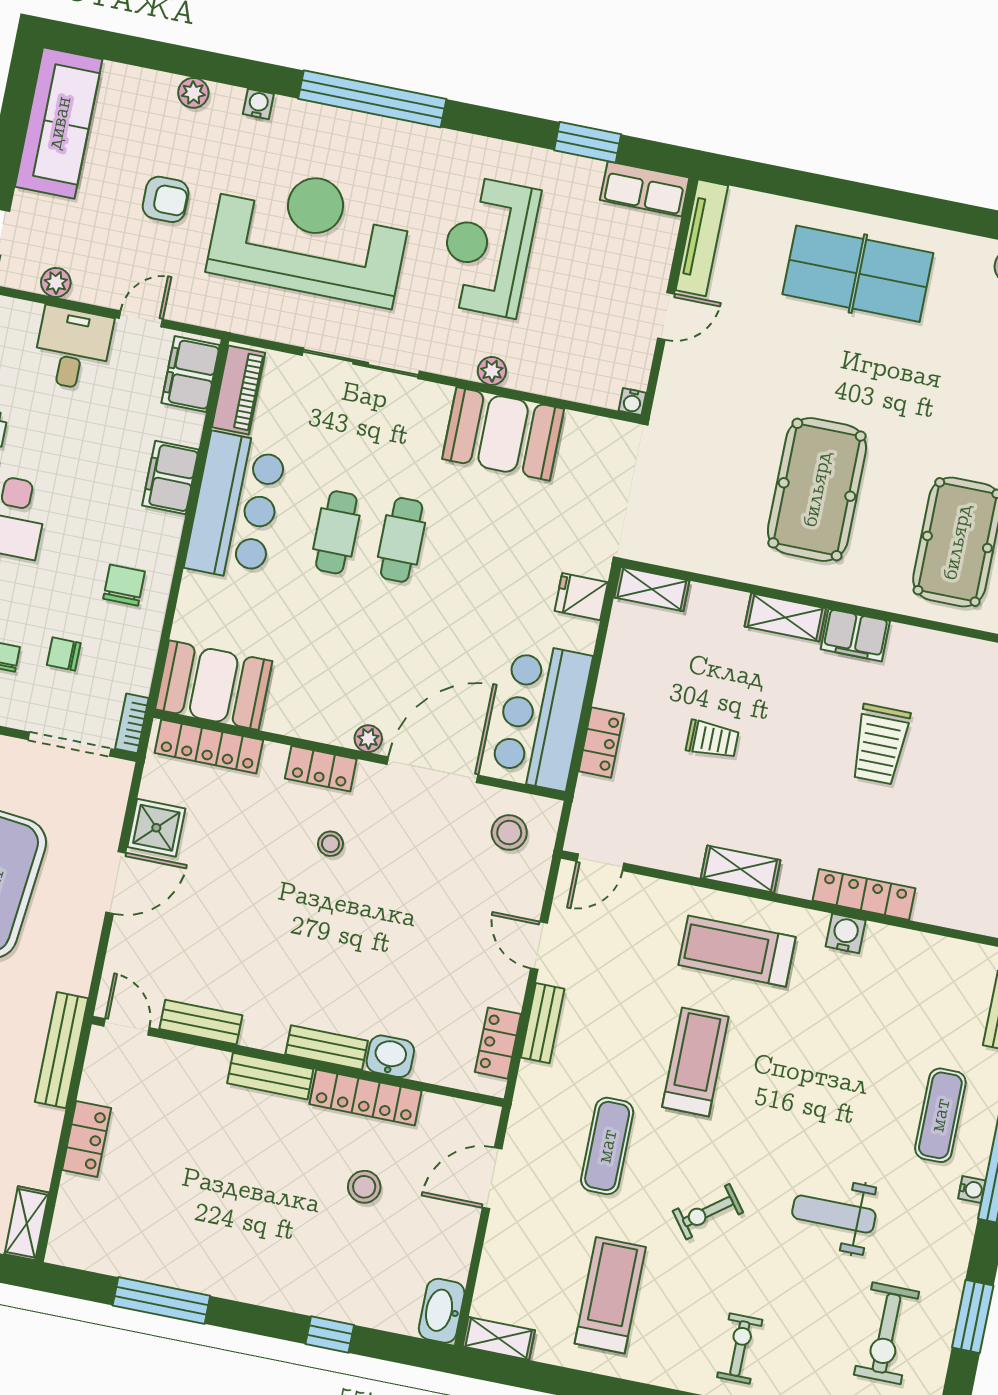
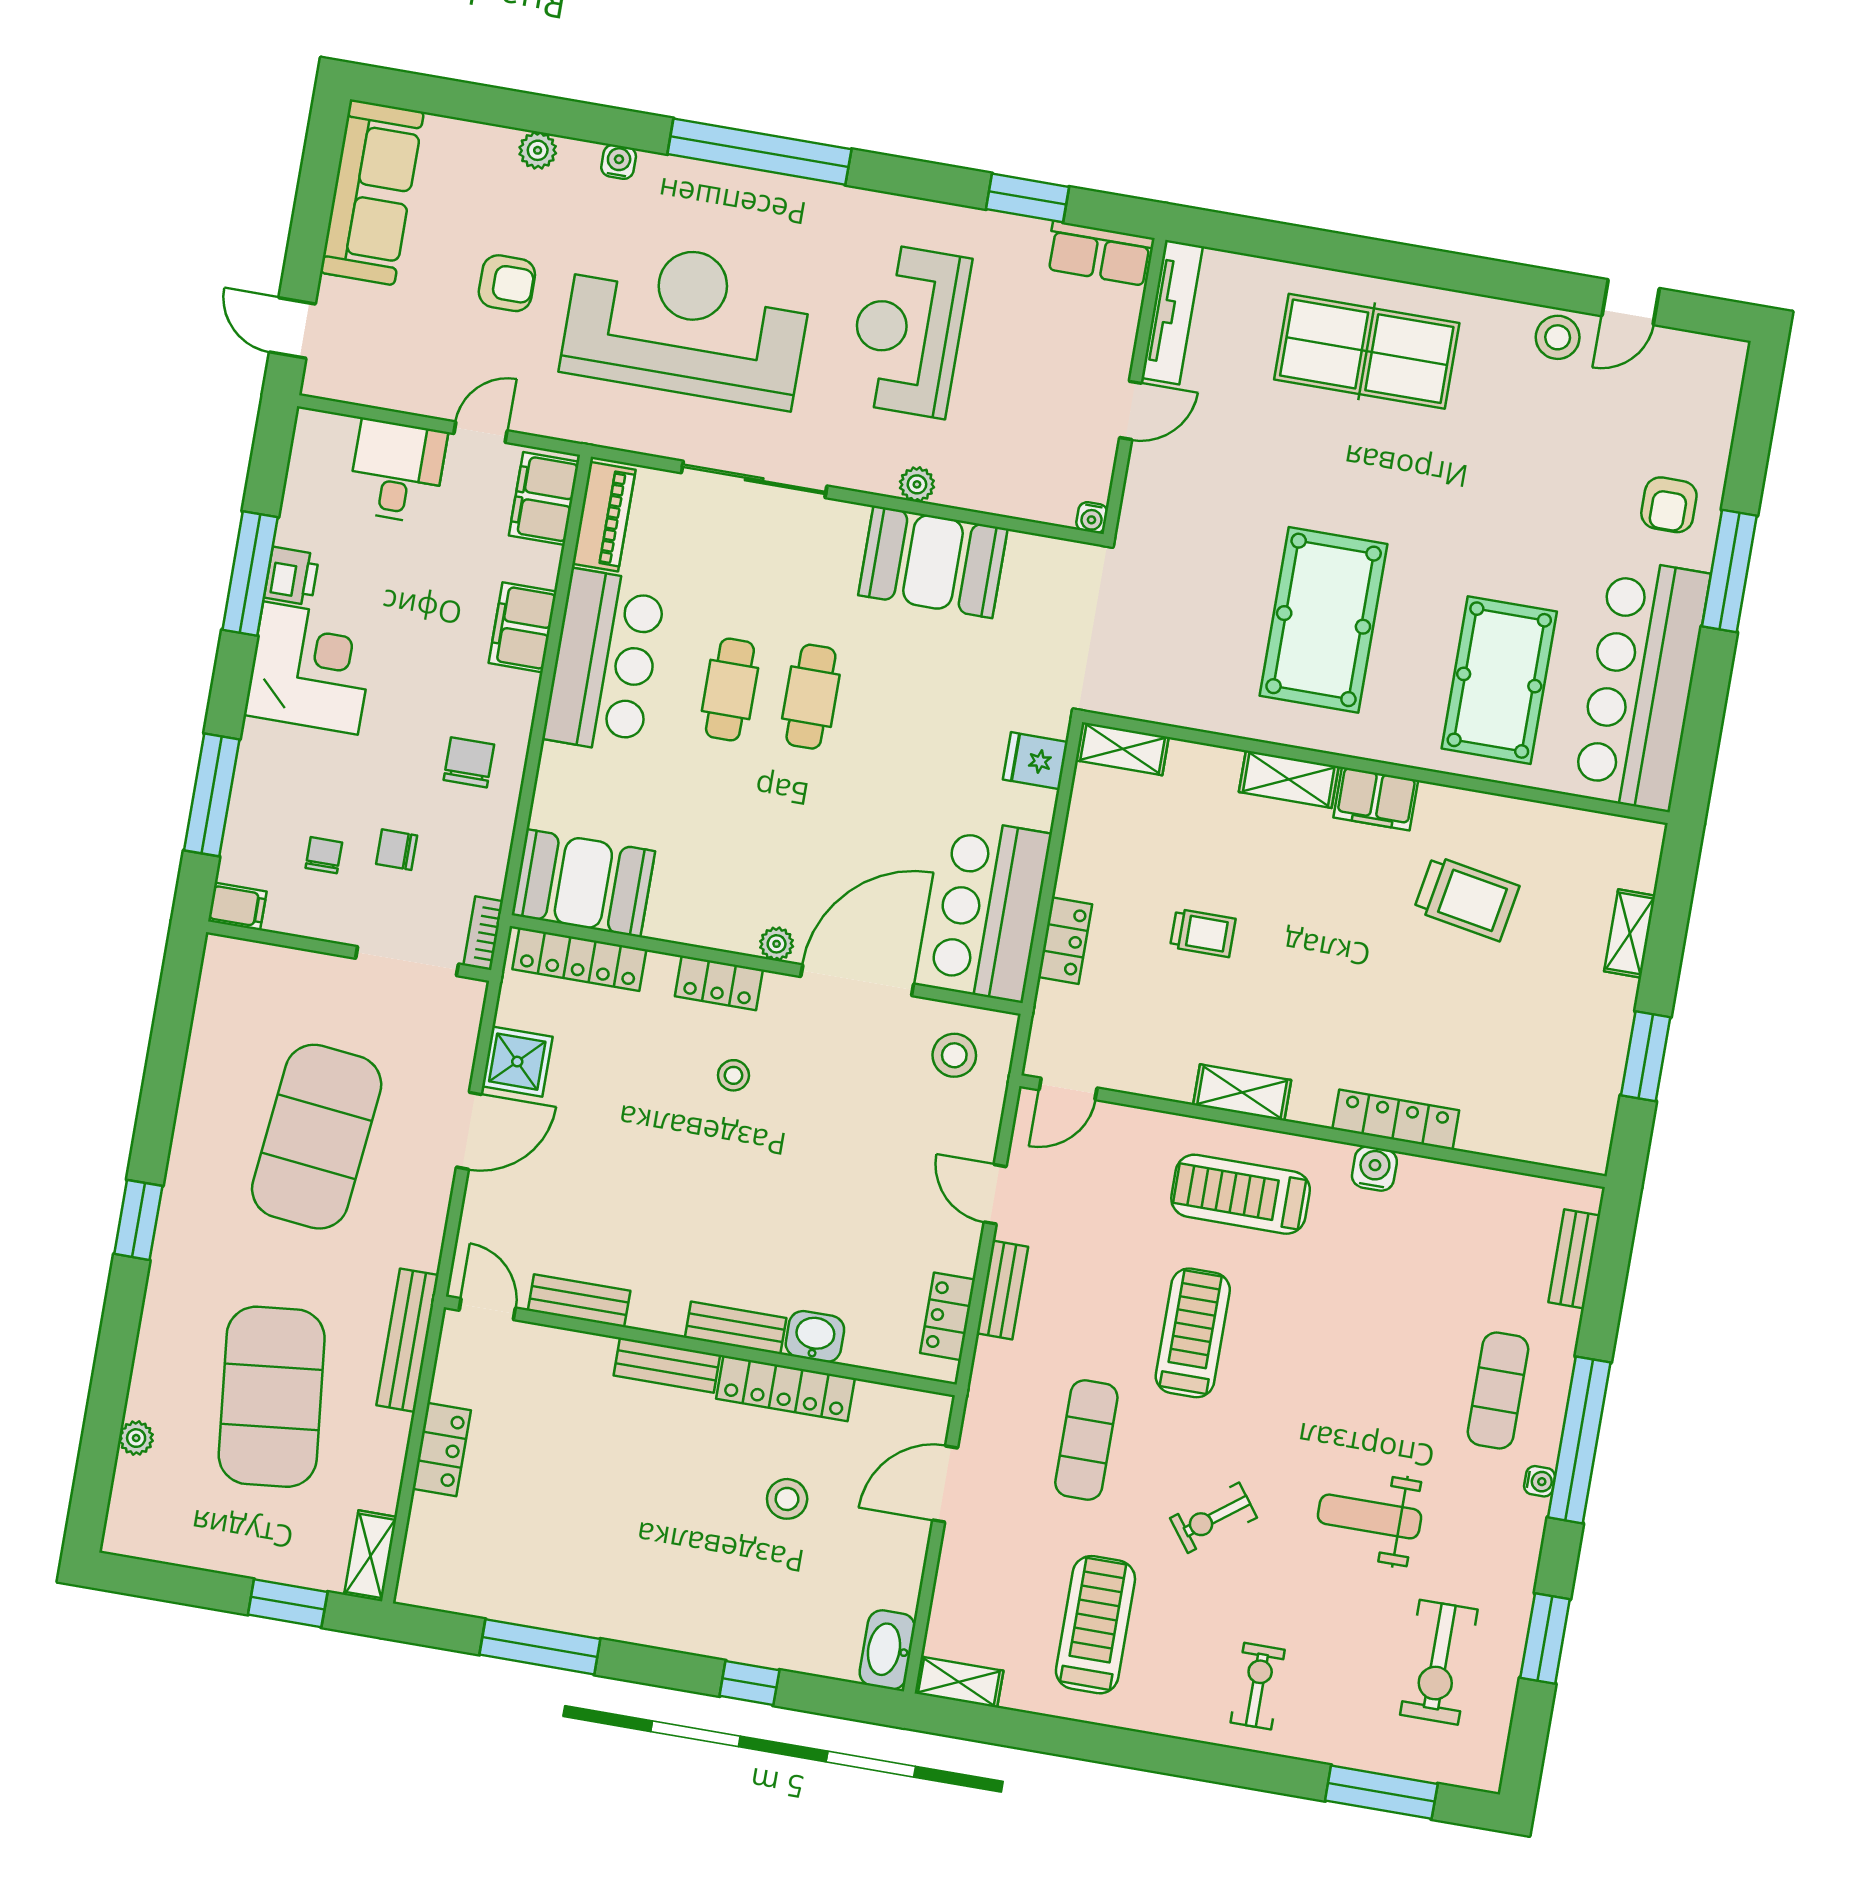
plant: (56, 282) -> (374, 390), removed
trolley: (880, 744) -> (1467, 898), moved, turned -80

